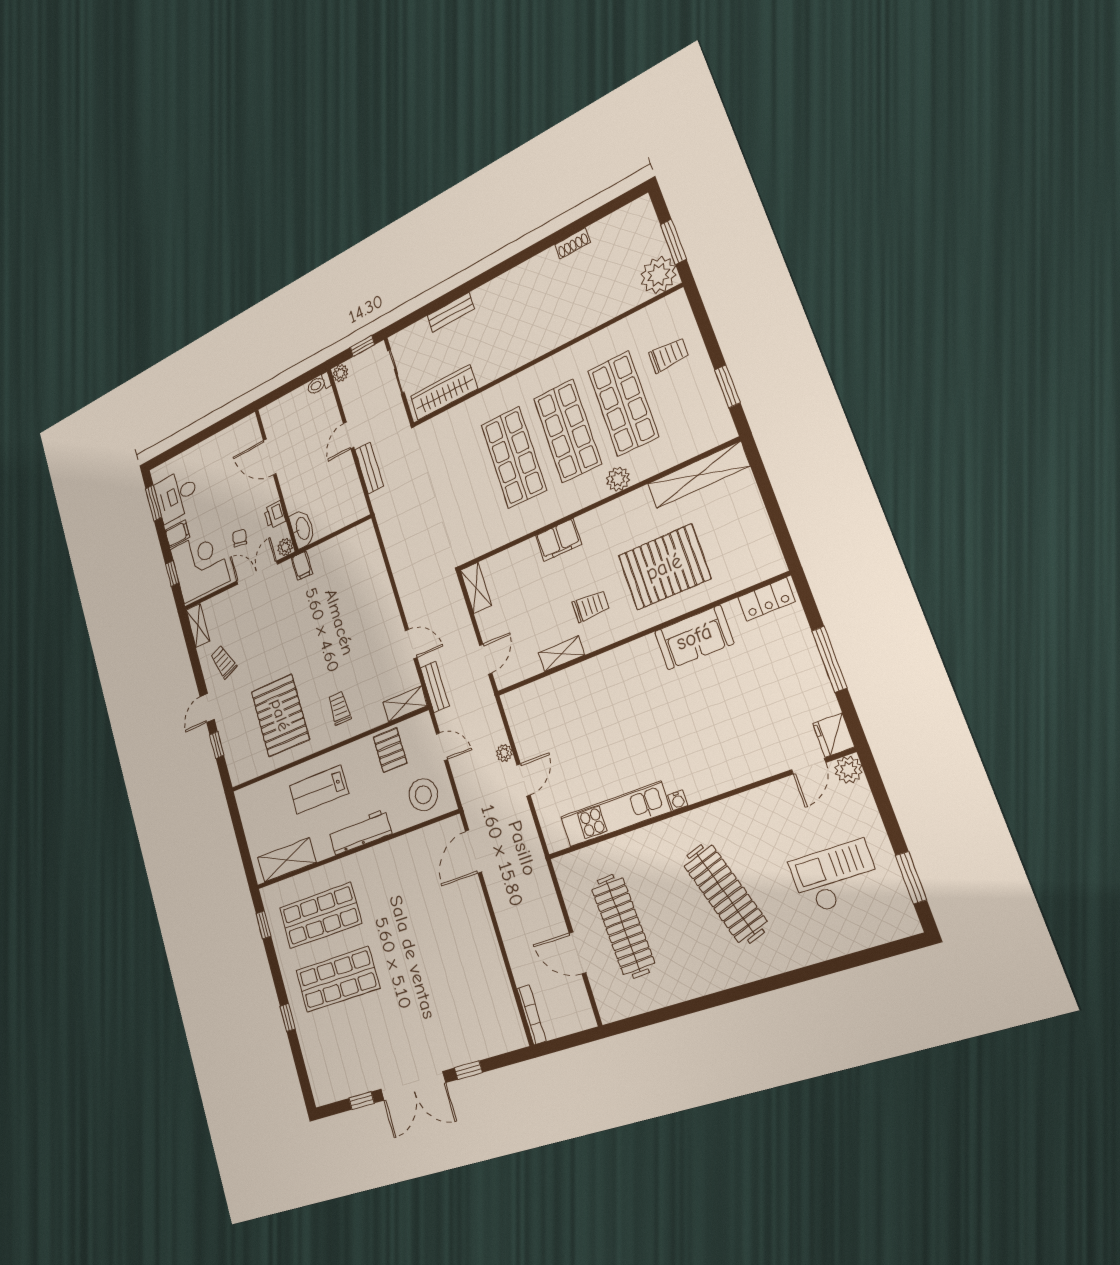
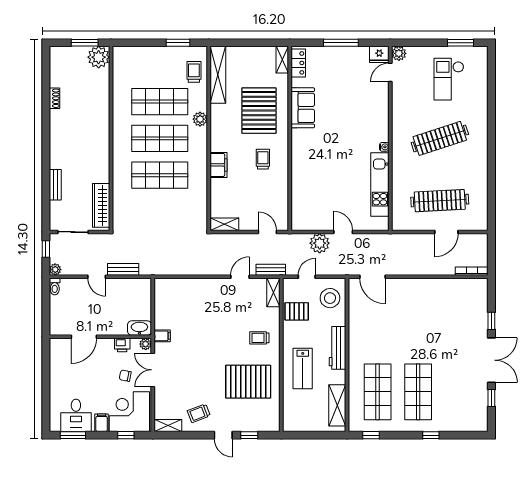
trolley: (669, 355) -> (194, 72), moved
shelving: (561, 654) -> (282, 60), moved
plant: (504, 753) -> (320, 243), width x1.88, depth x1.88
door: (809, 766) -> (390, 72), swing flipped

